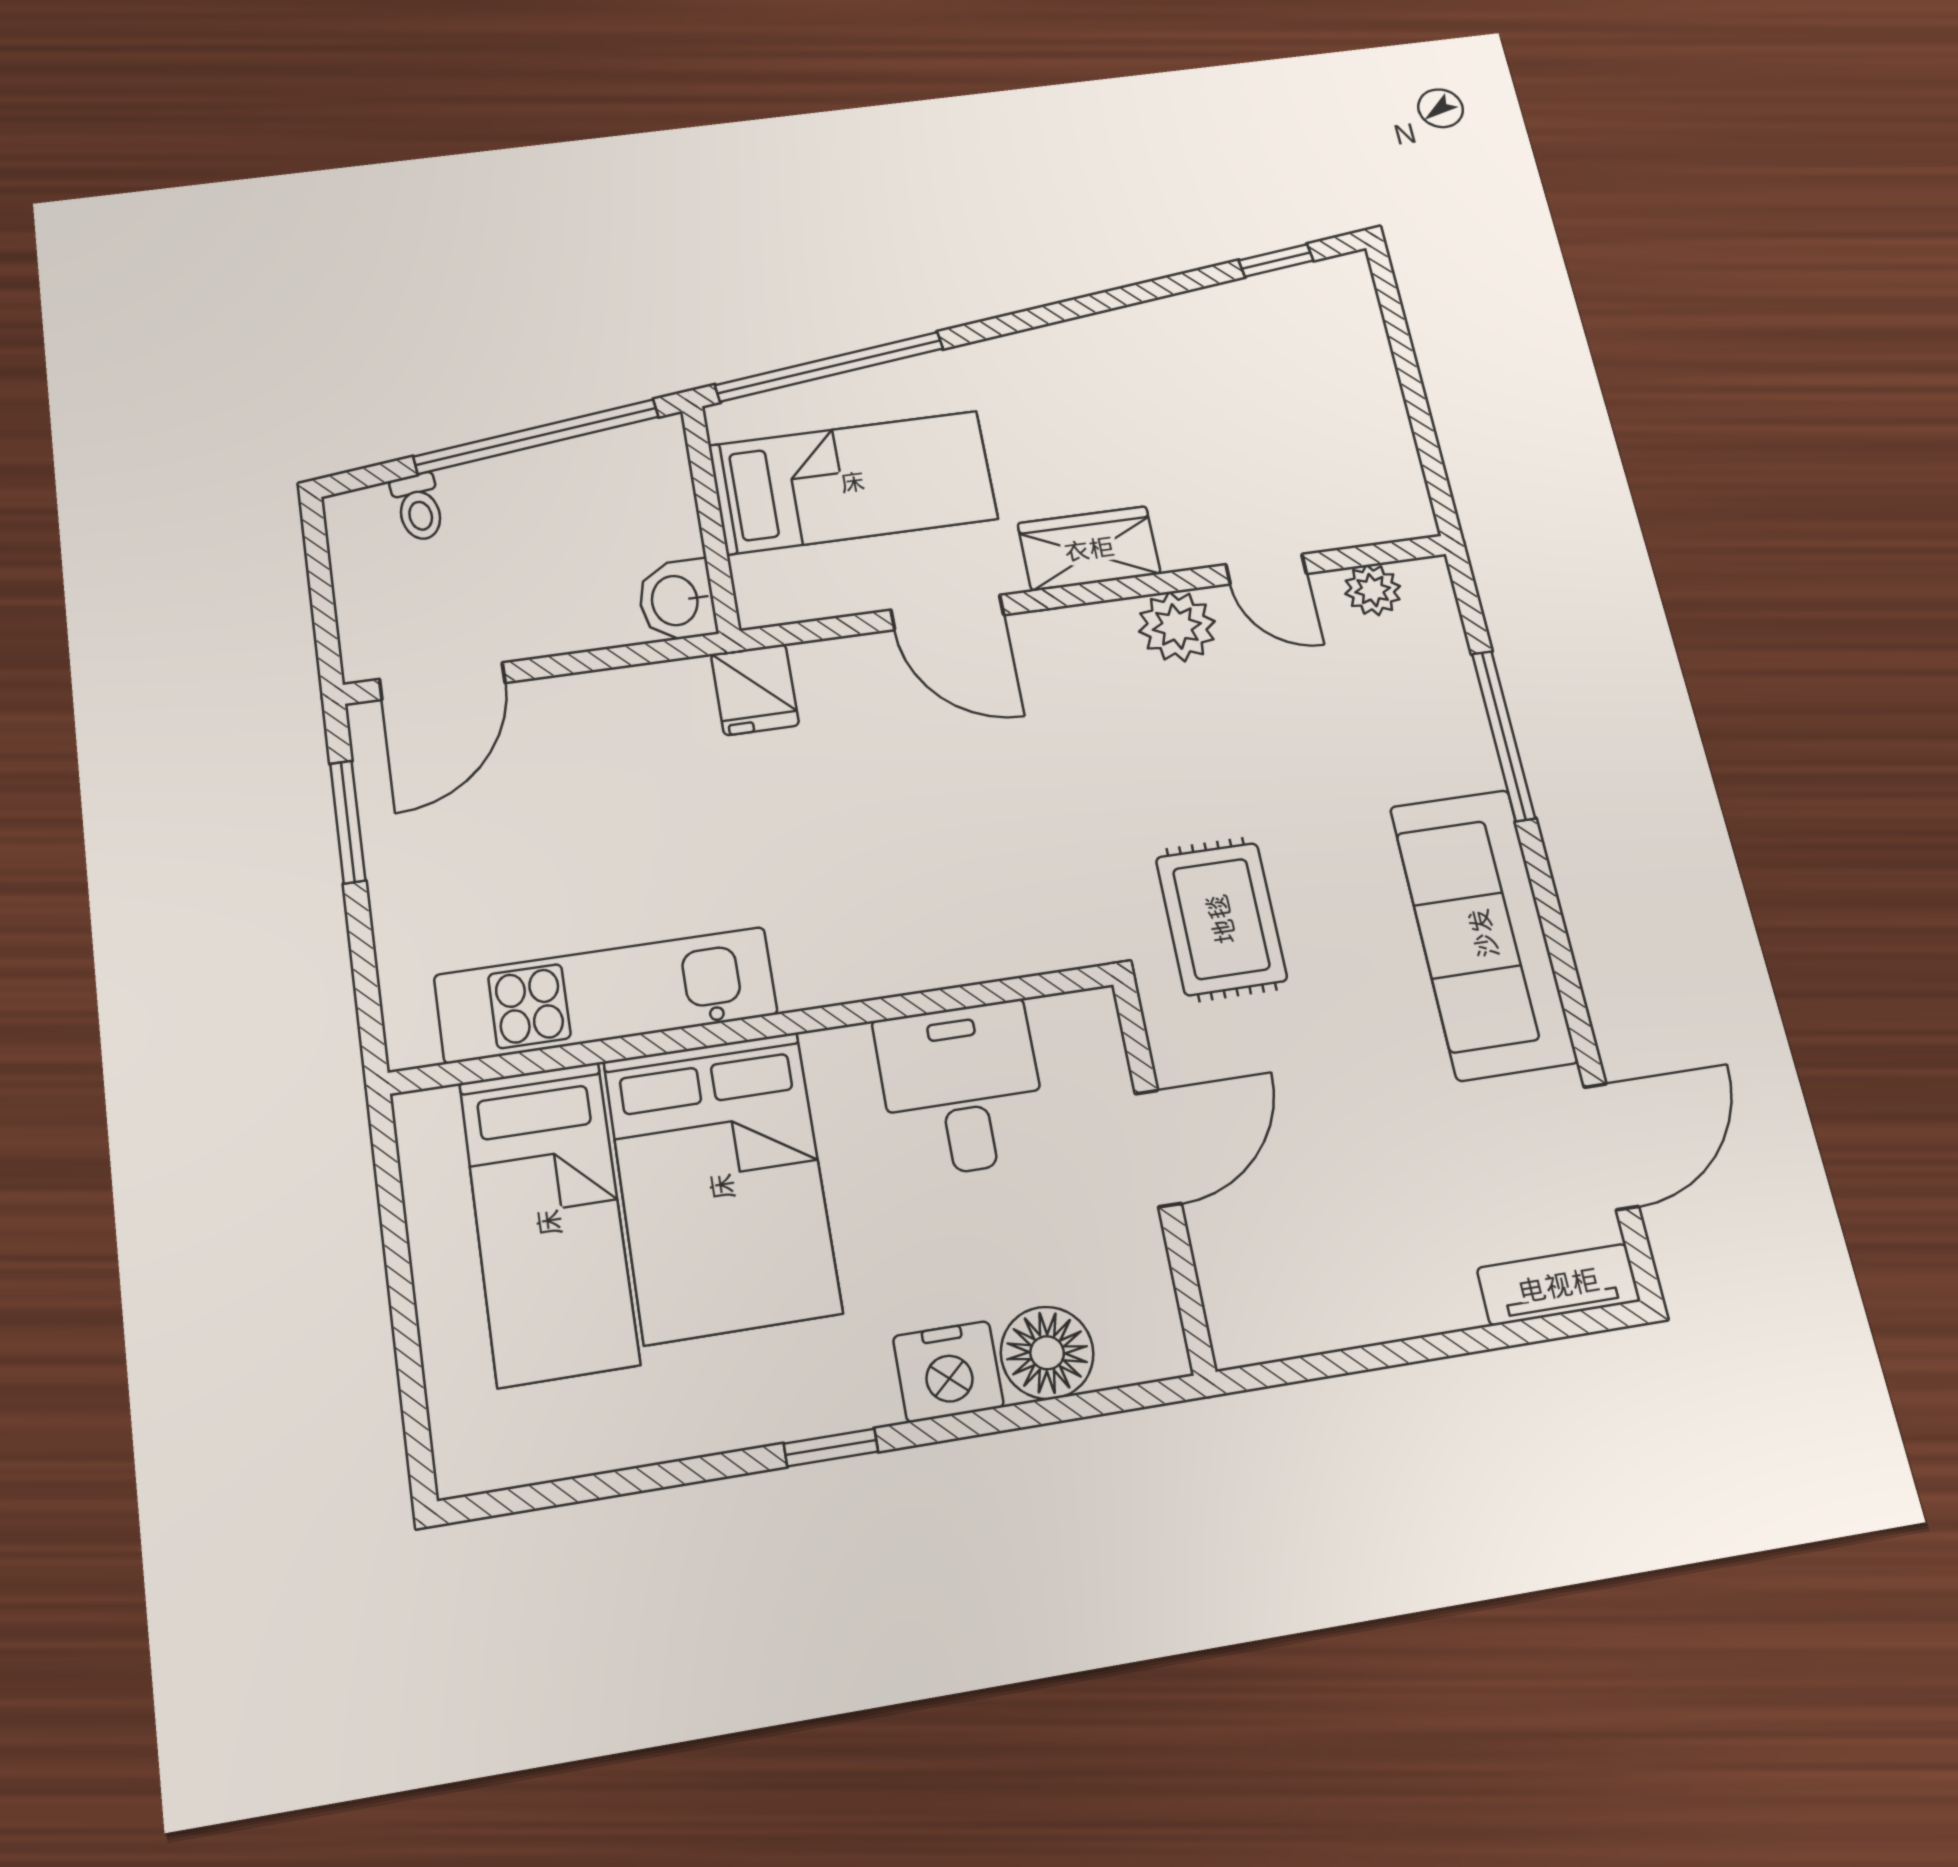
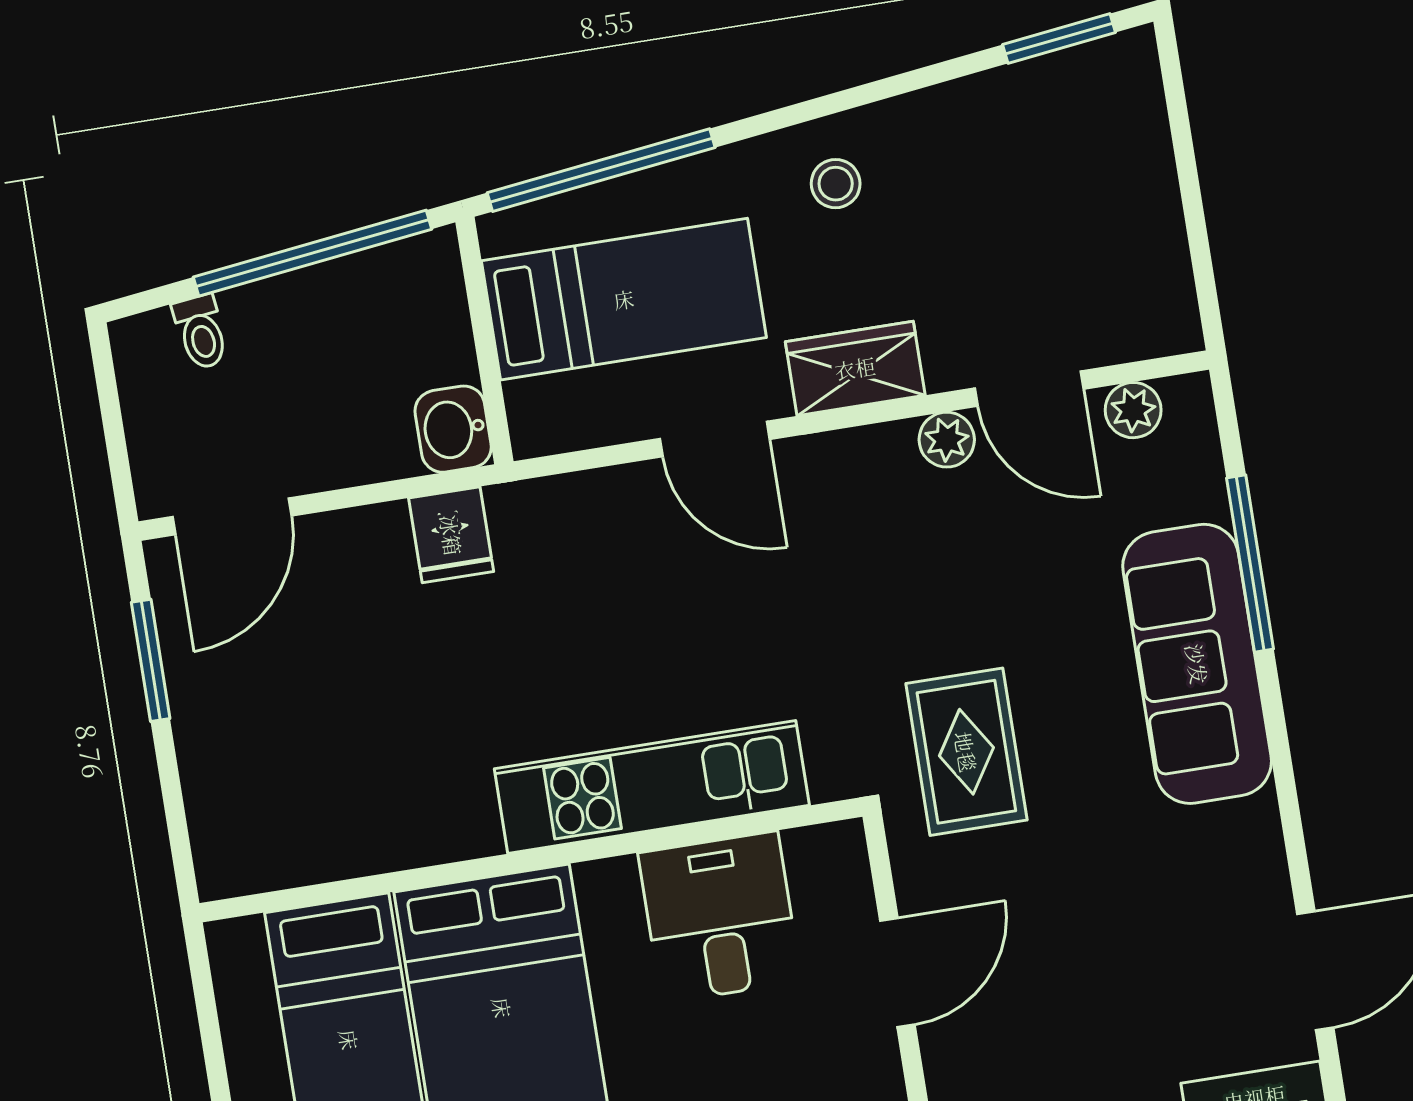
window: (1276, 260) -> (1059, 38), width x1.50
stool: (1063, 382) -> (836, 184), added
door: (1266, 569) -> (1029, 389), width x1.38
plant: (1177, 626) -> (947, 440), width x0.73, depth x0.73
fridge: (755, 690) -> (451, 535), moved
sofa: (1483, 933) -> (1197, 664), moved
kitchen unit: (606, 995) -> (652, 787), moved

